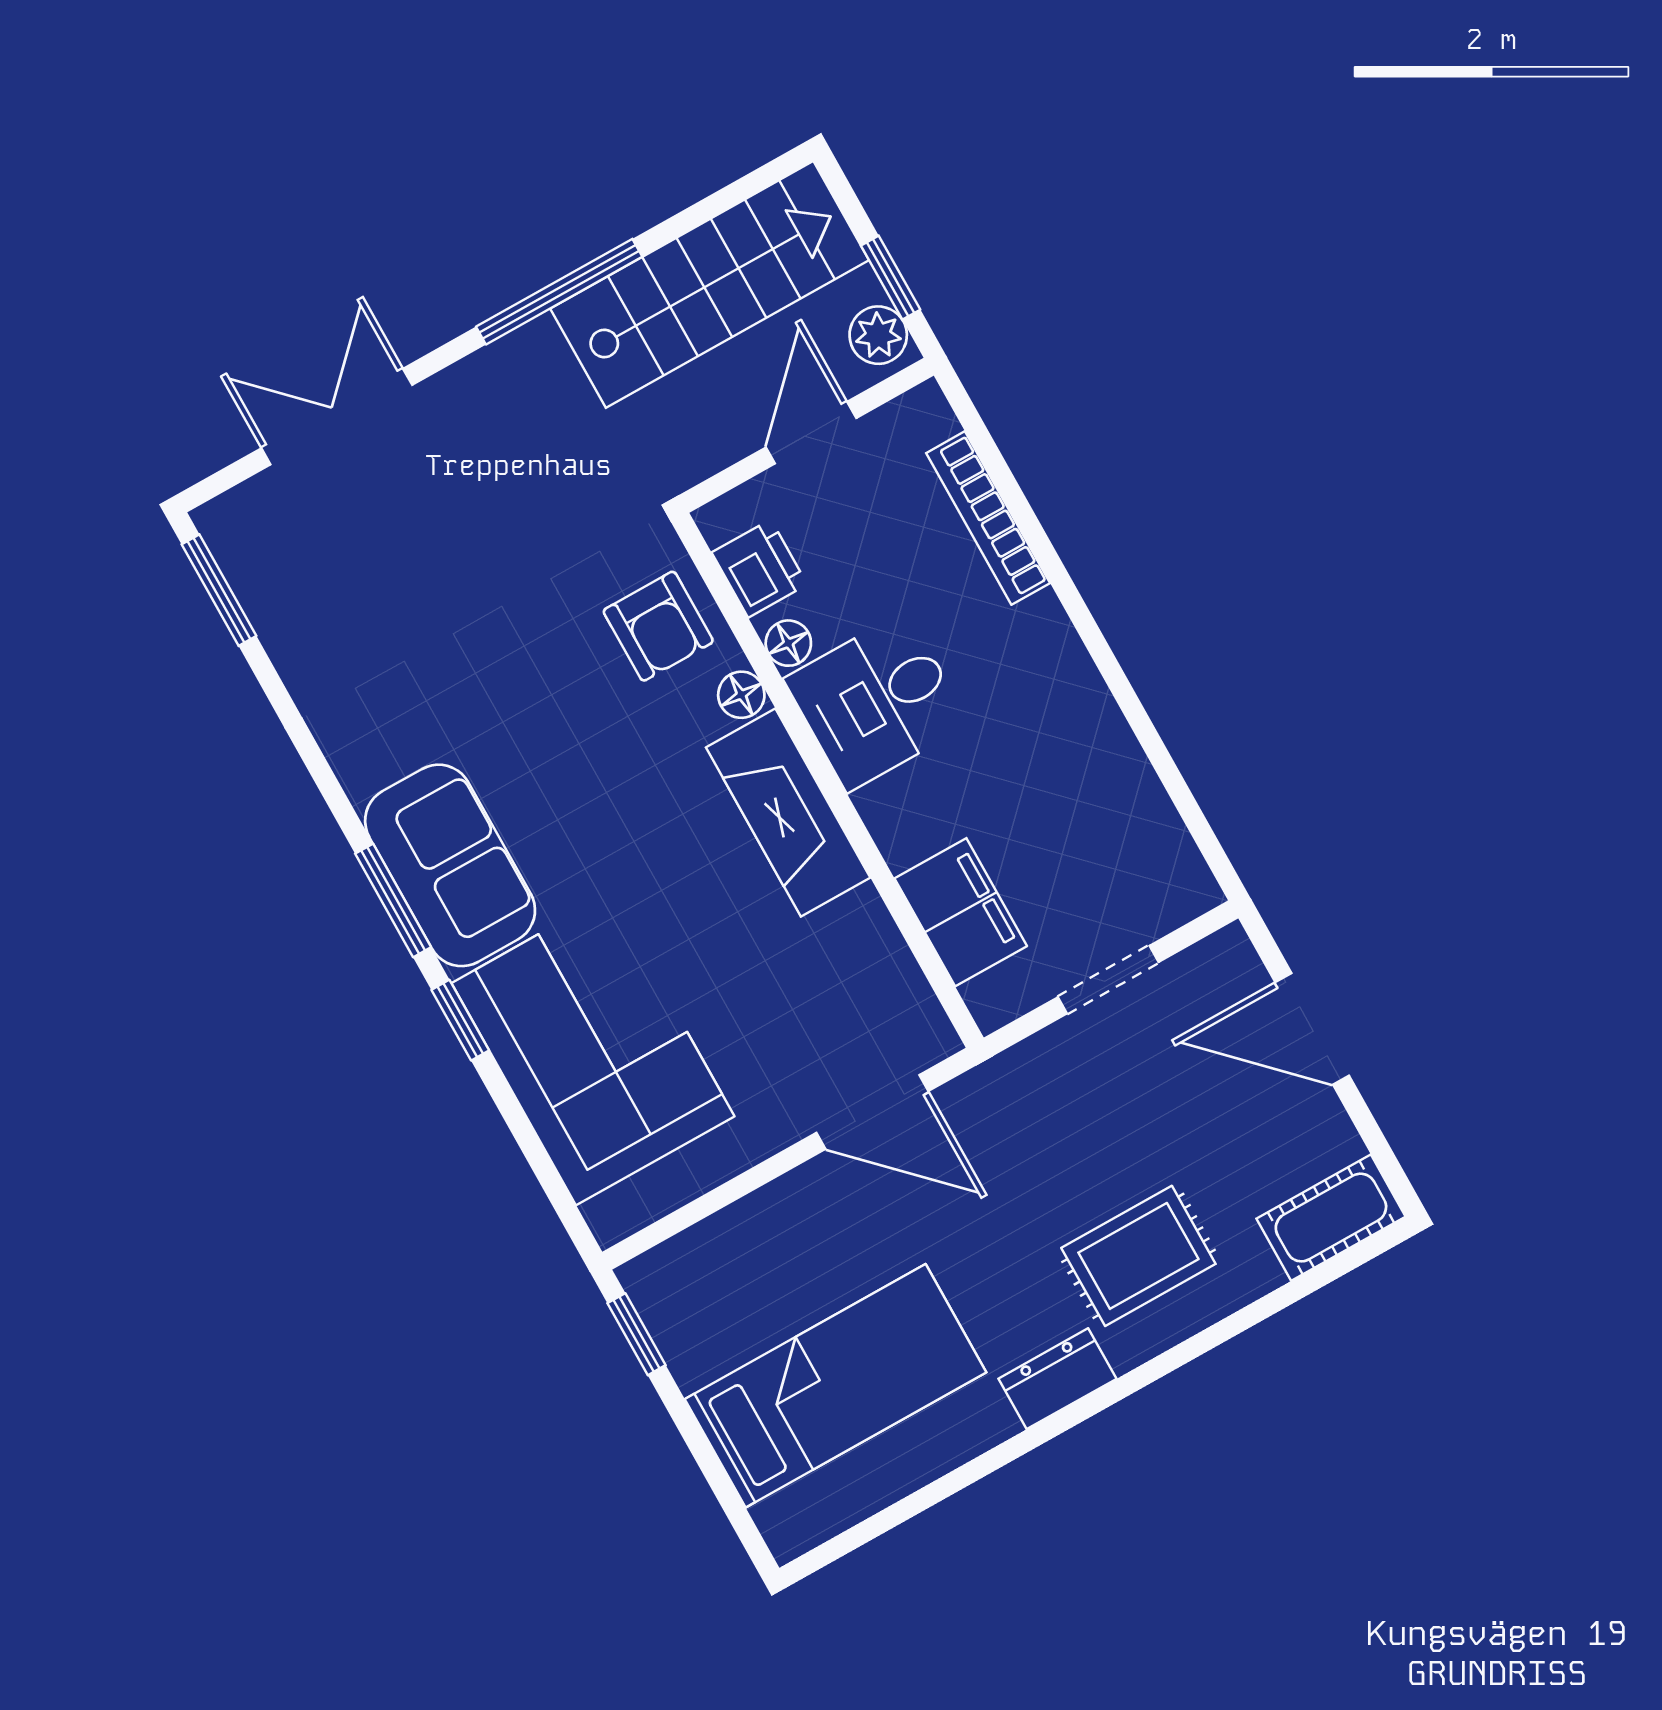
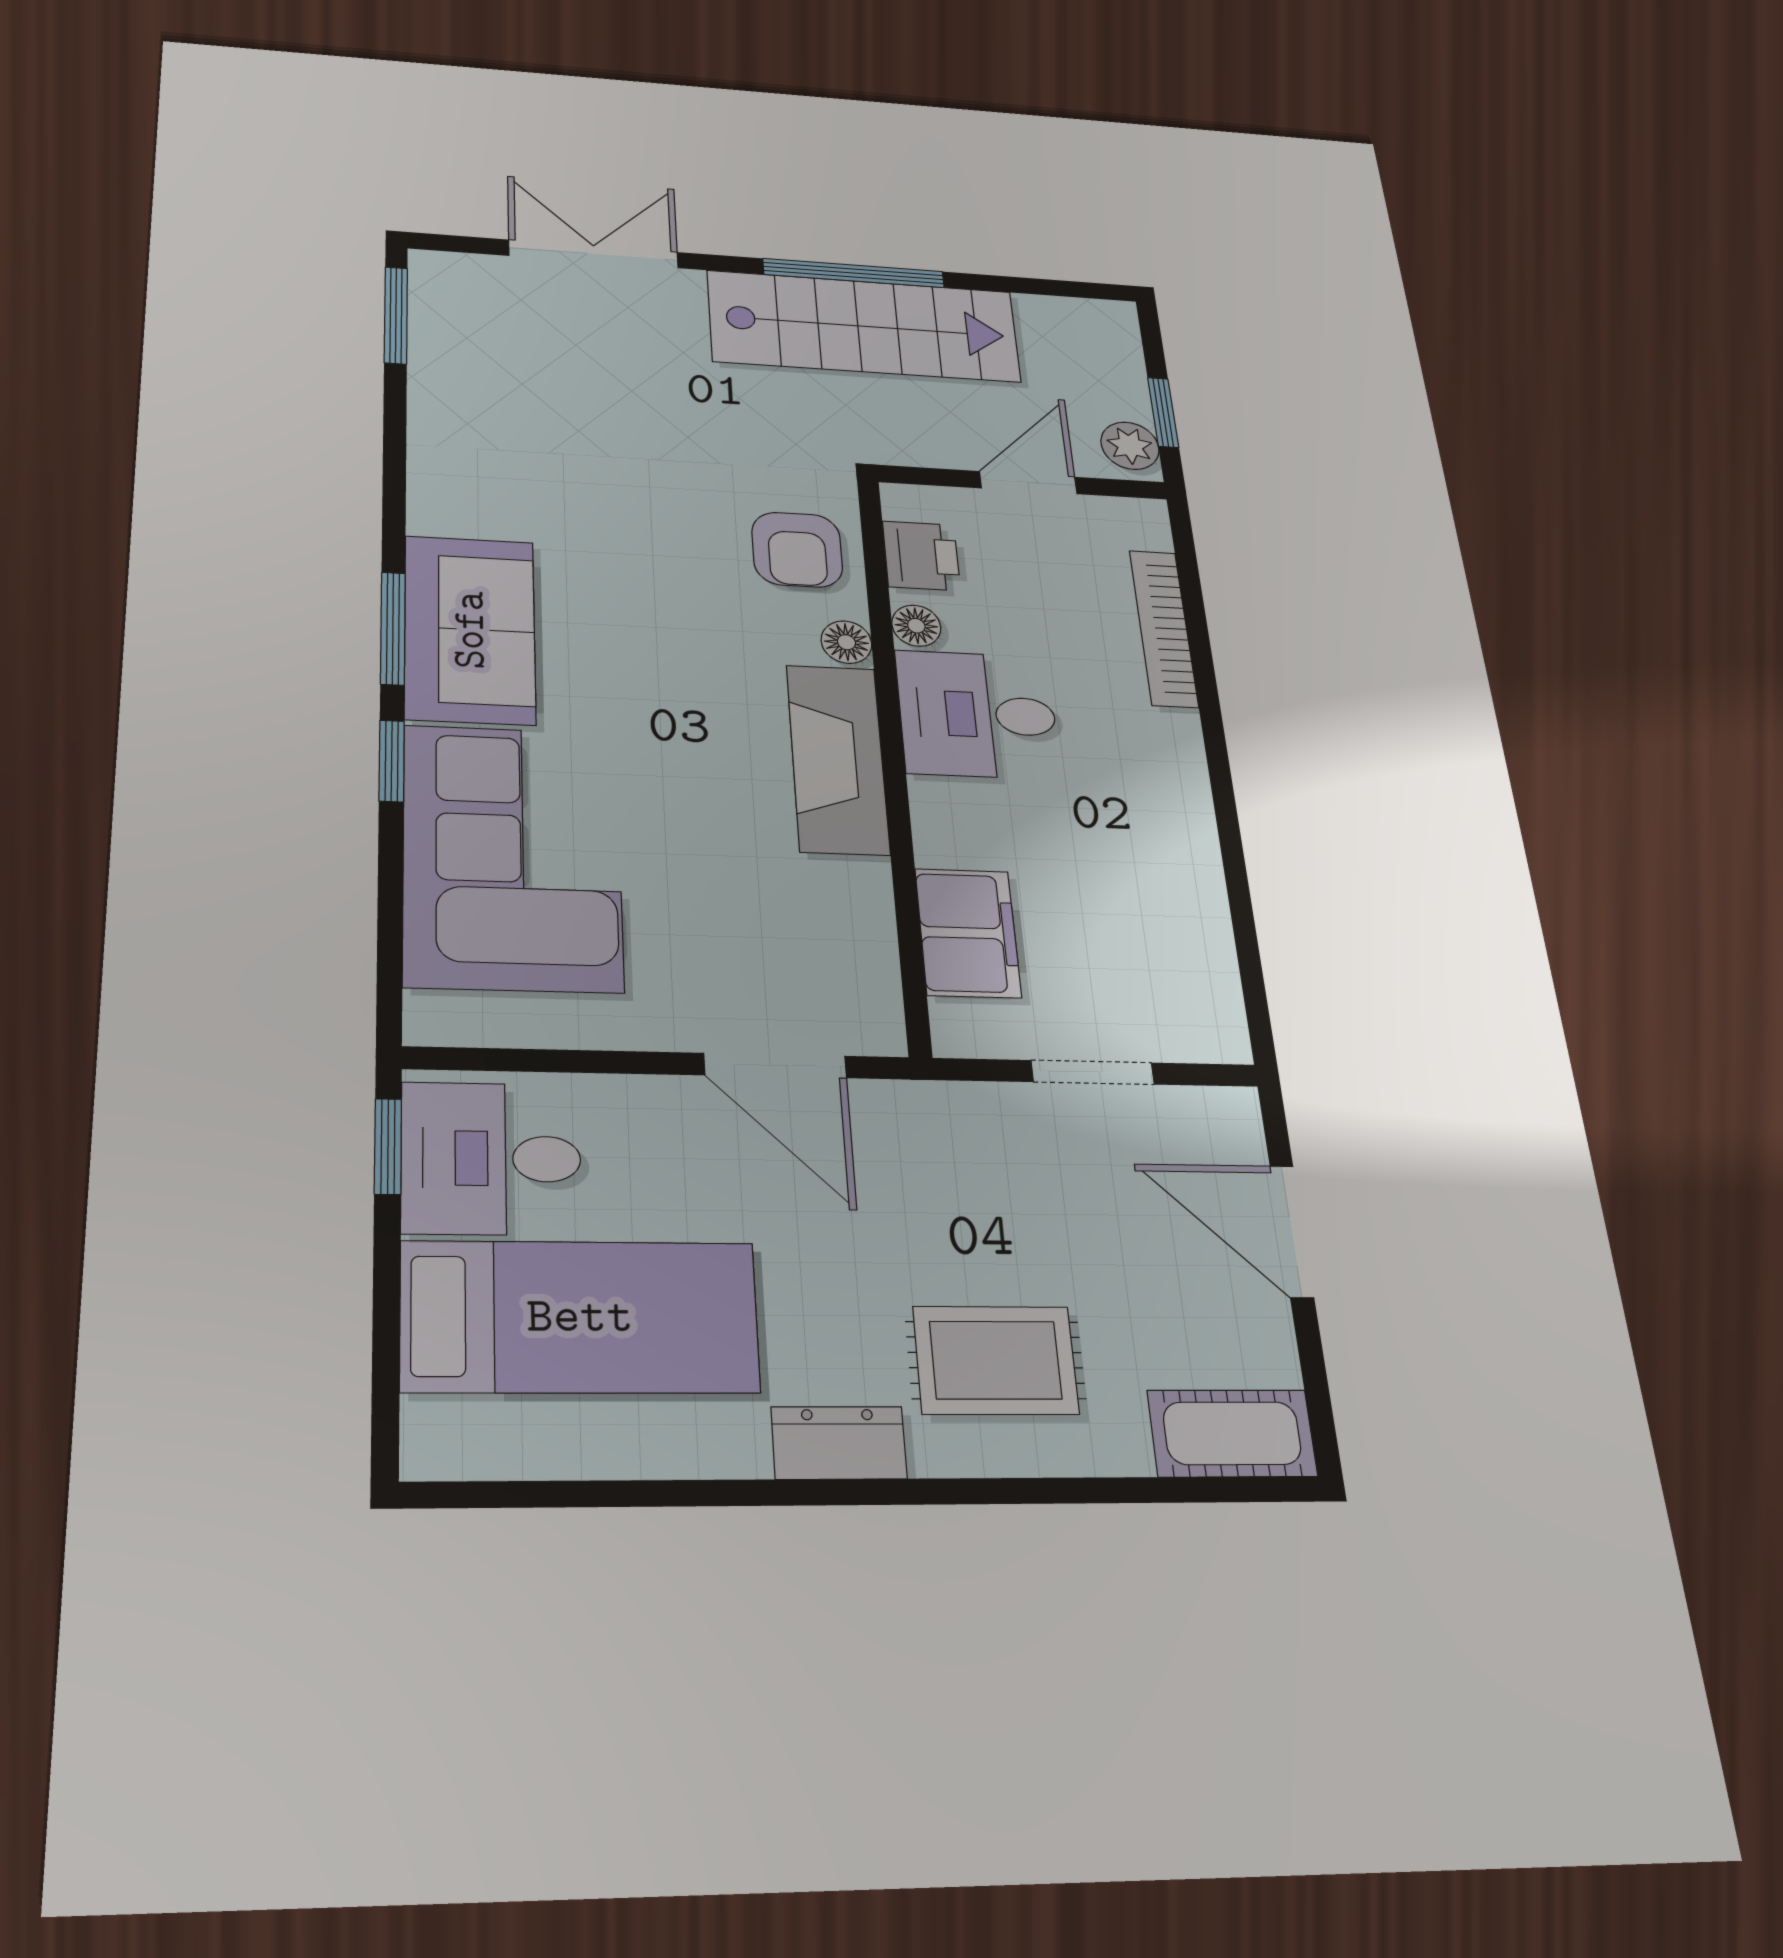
stairs: (710, 284) -> (864, 326), moved
desk: (712, 1302) -> (491, 1158), added

